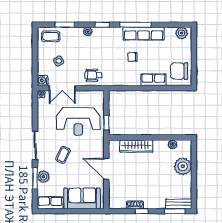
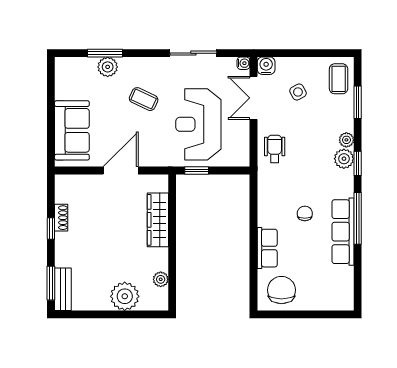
plant: (182, 33) -> (344, 159), moved
sliding door: (35, 146) -> (193, 53), moved
row of seats: (50, 203) -> (65, 78), removed

